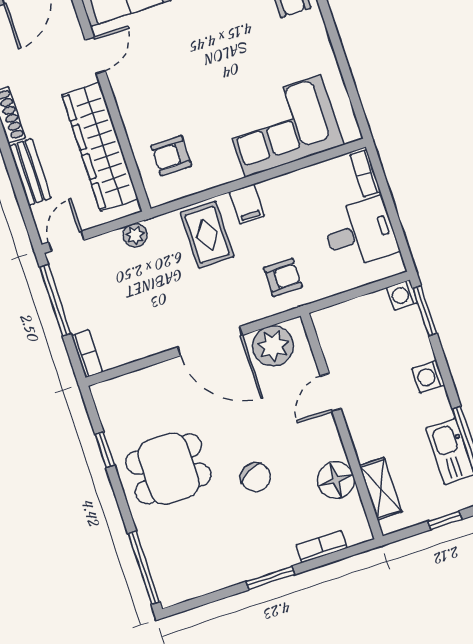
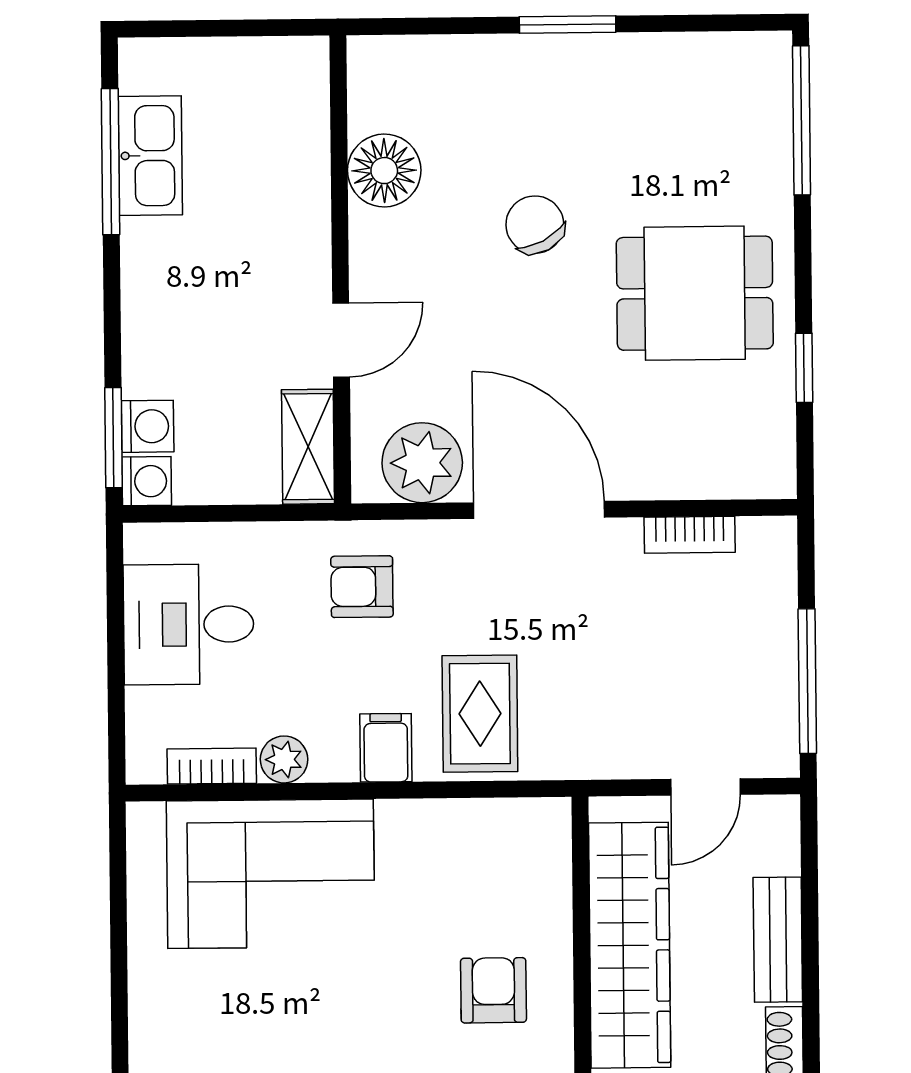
armchair: (171, 156) -> (493, 990), moved, turned -90
bookcase: (365, 173) -> (212, 766), moved, turned -90
plant: (135, 235) -> (284, 759), moved
door: (66, 241) -> (705, 787), moved
bookcase: (87, 354) -> (690, 535), moved, turned -90
washing machine: (428, 377) -> (148, 426), moved
shelving: (381, 489) -> (308, 447), moved
window: (445, 520) -> (202, 28), removed
bookcase: (321, 547) -> (452, 53), removed

